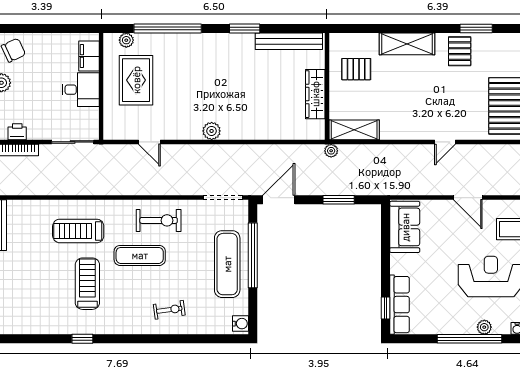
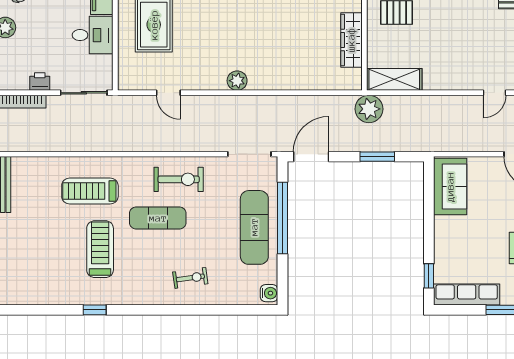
printer: (17, 132) -> (40, 82), moved
plant: (331, 151) -> (369, 109), width x1.88, depth x1.88
row of seats: (399, 305) -> (467, 294), moved, turned -90

